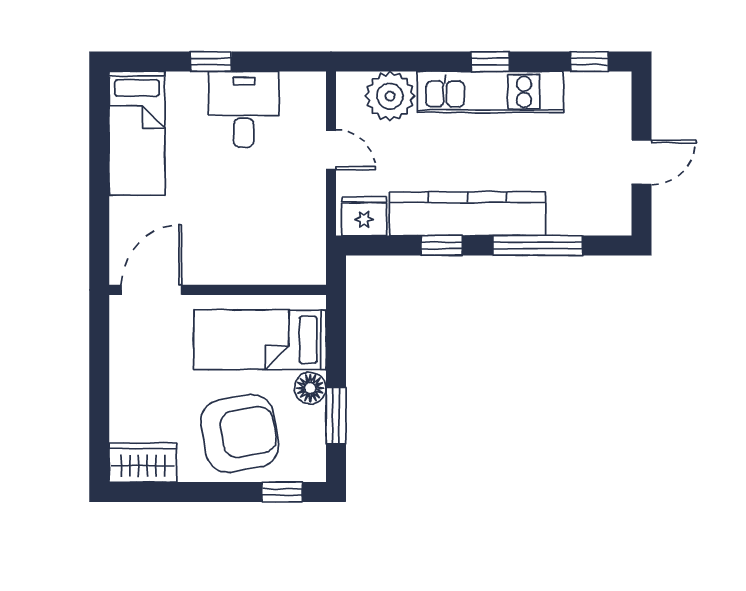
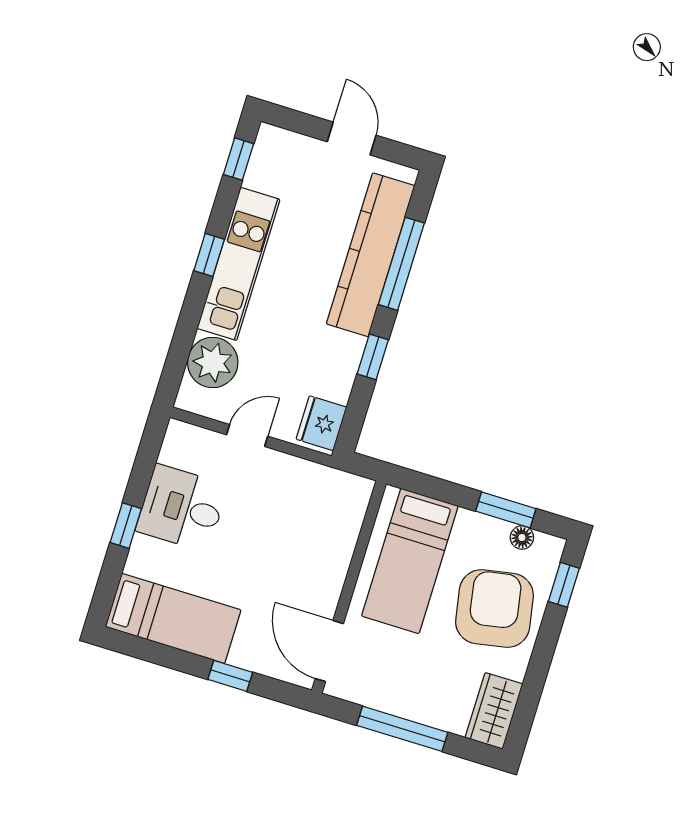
window: (99, 204) -> (230, 676), added
kitchen counter: (467, 214) -> (371, 255), moved
window: (99, 381) -> (402, 729), added
floor lamp: (310, 388) -> (522, 537), moved, width x0.73, depth x0.73

